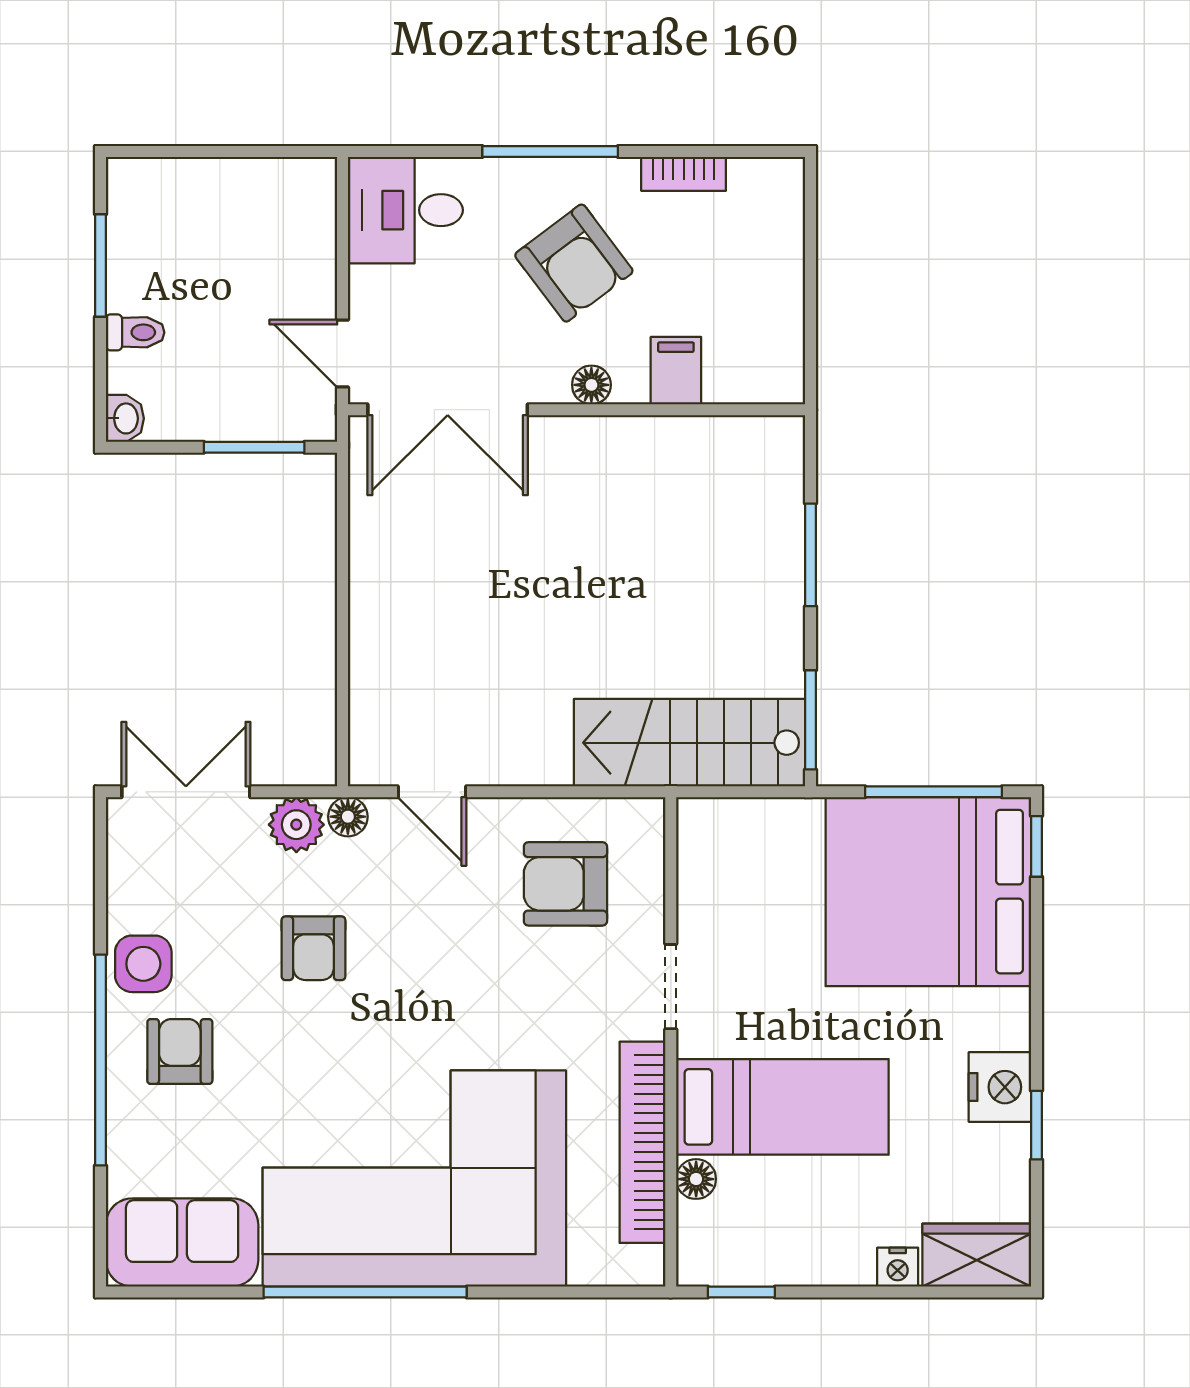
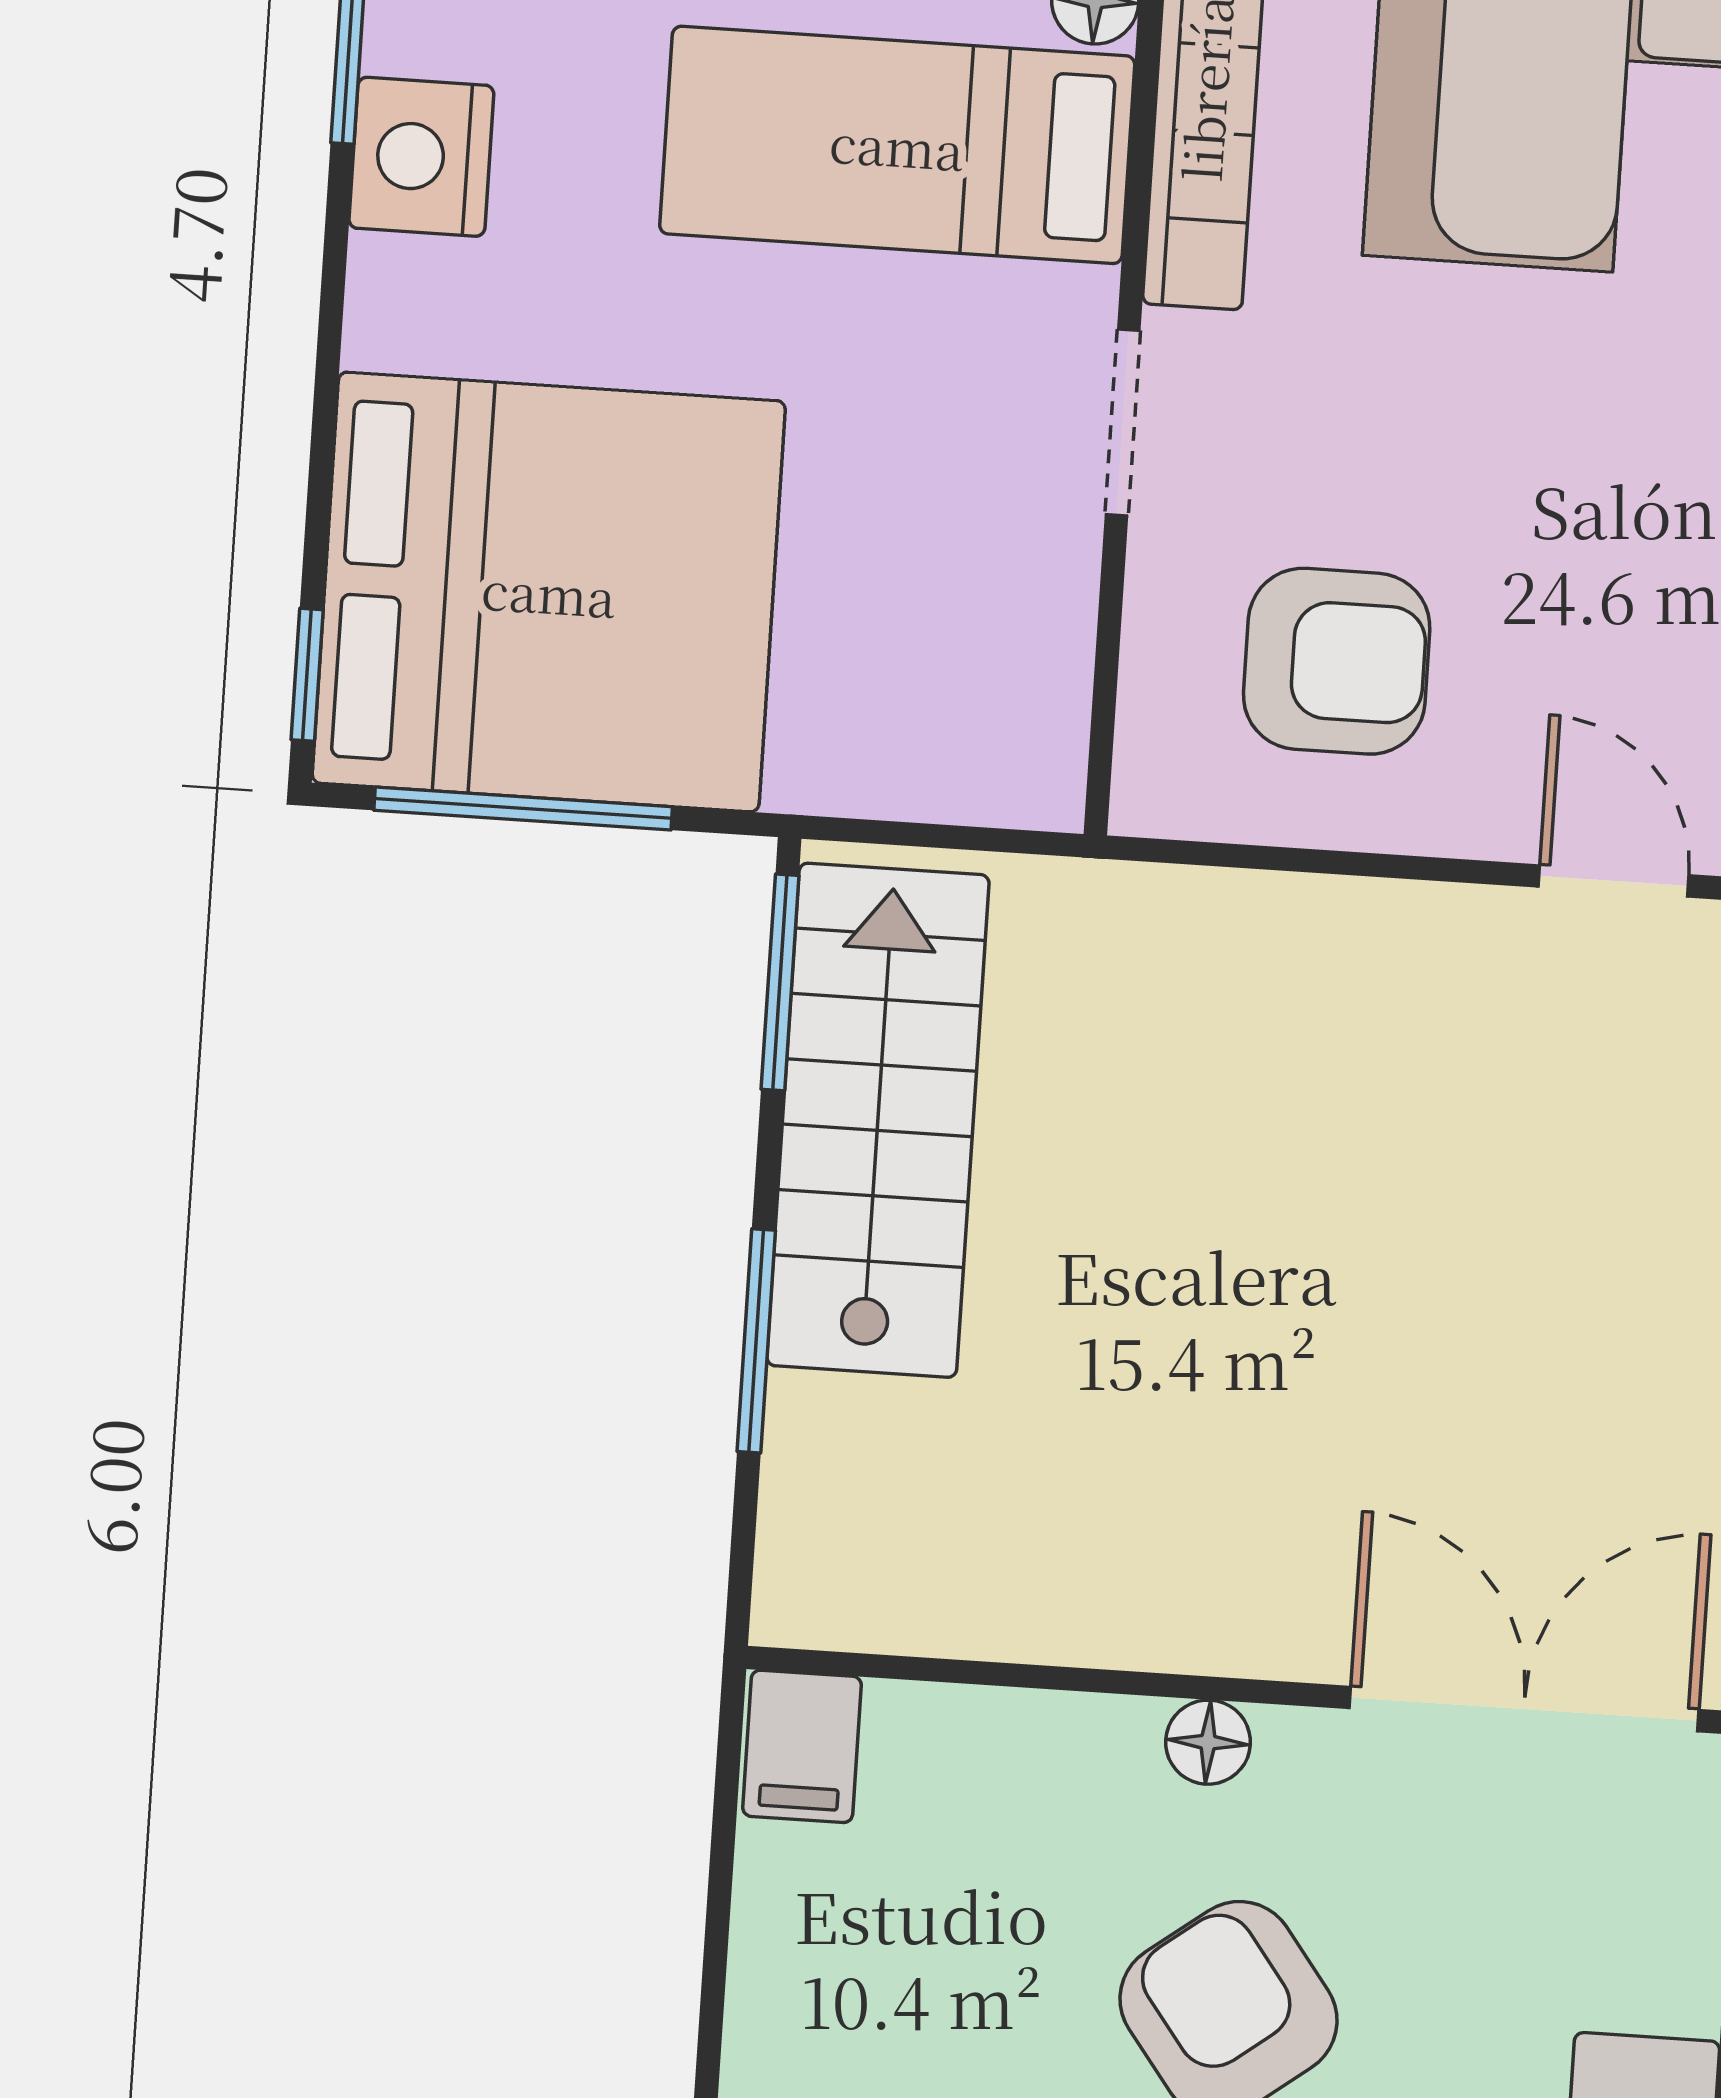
filing cabinet: (676, 371) -> (802, 1746), moved
stairs: (689, 743) -> (878, 1120), moved, turned -90

